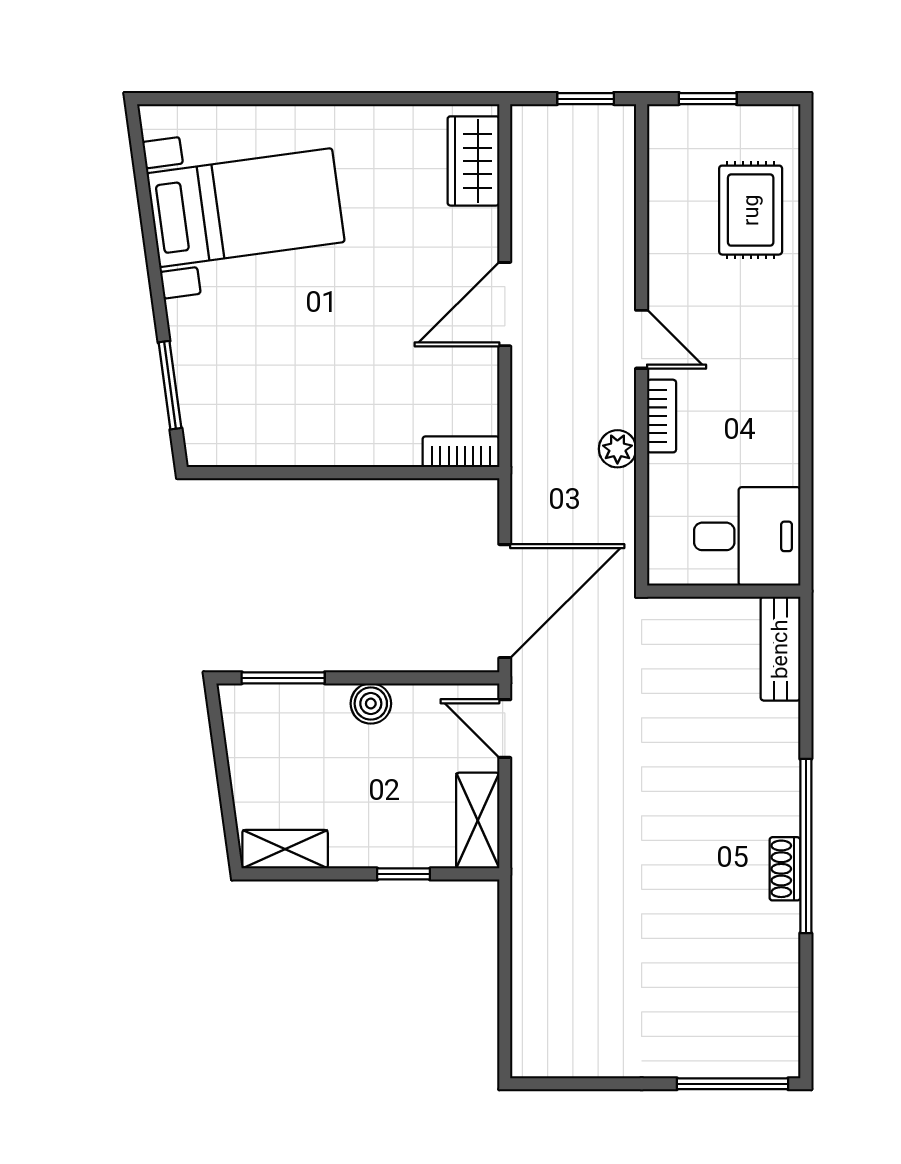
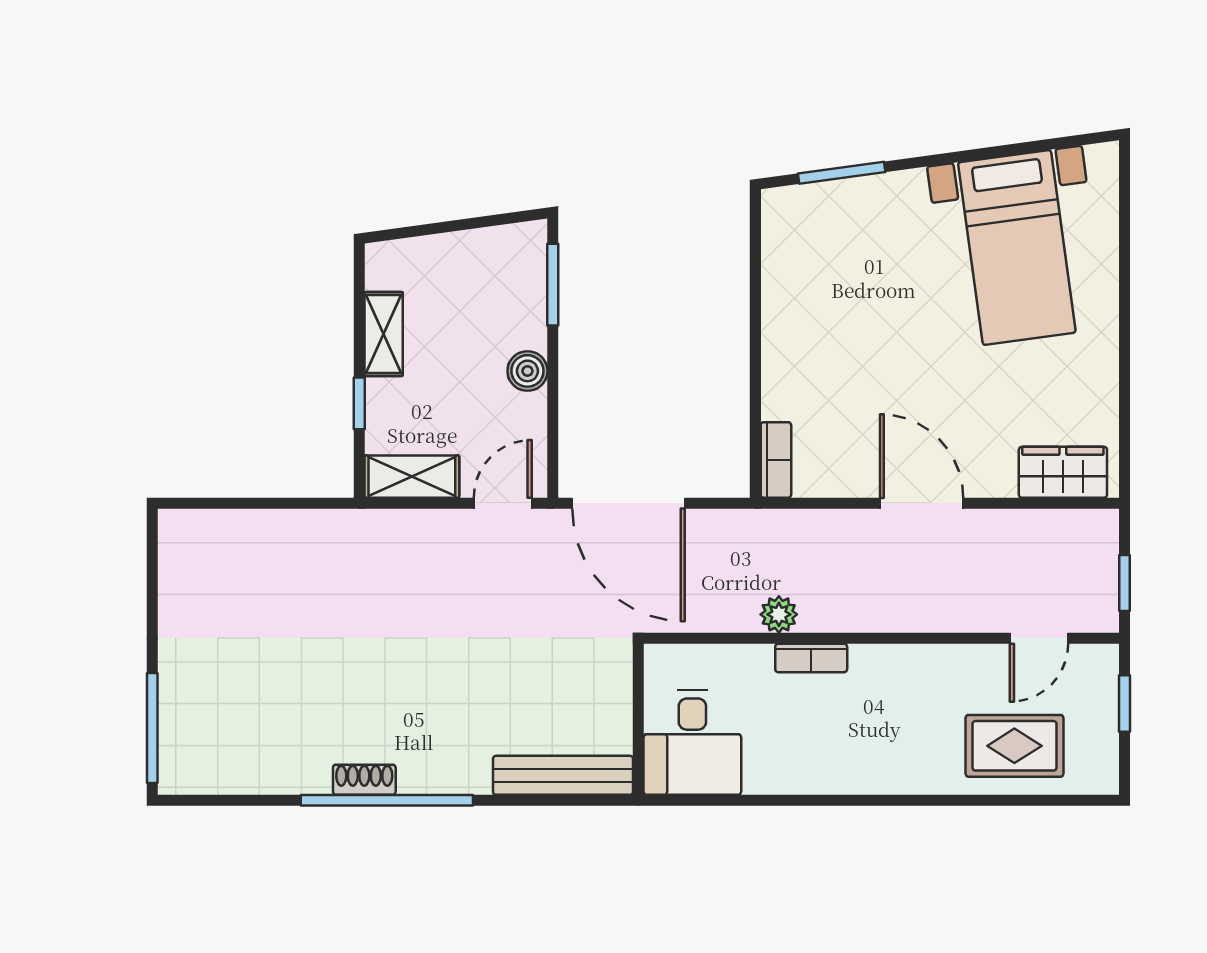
door: (642, 339) -> (1039, 638), moved
bench: (780, 649) -> (563, 775), width x1.36
shelving: (285, 849) -> (384, 334), moved

